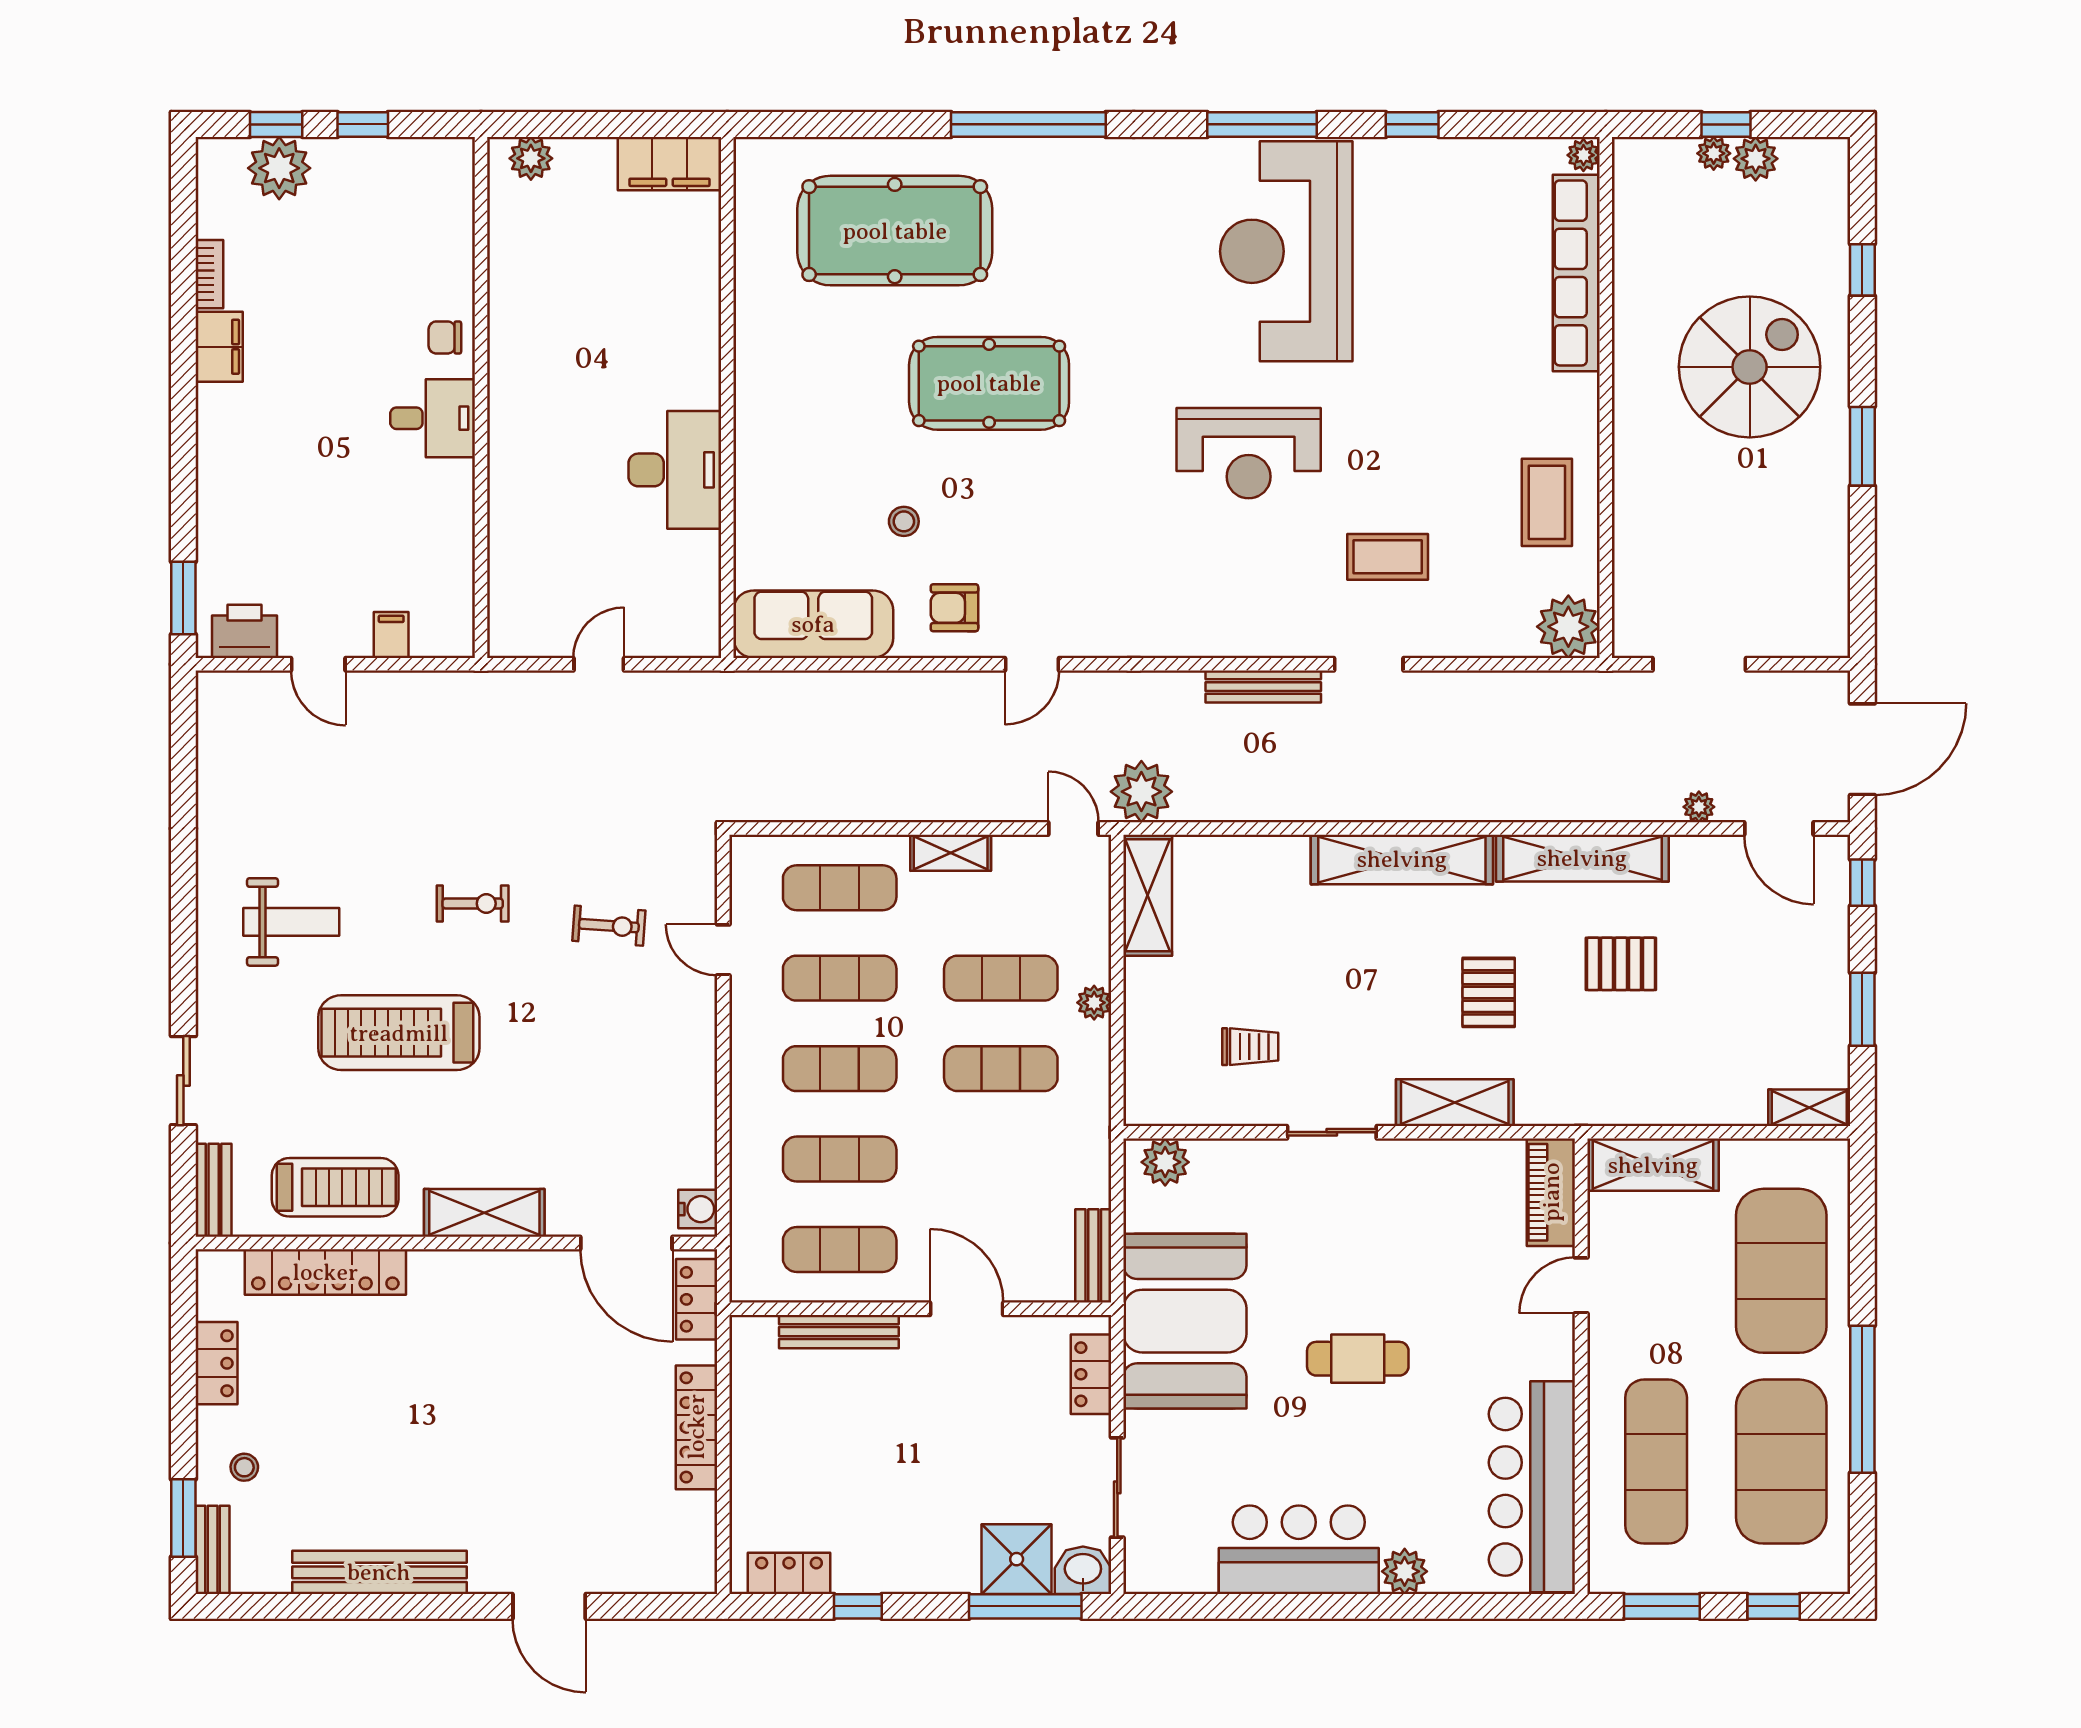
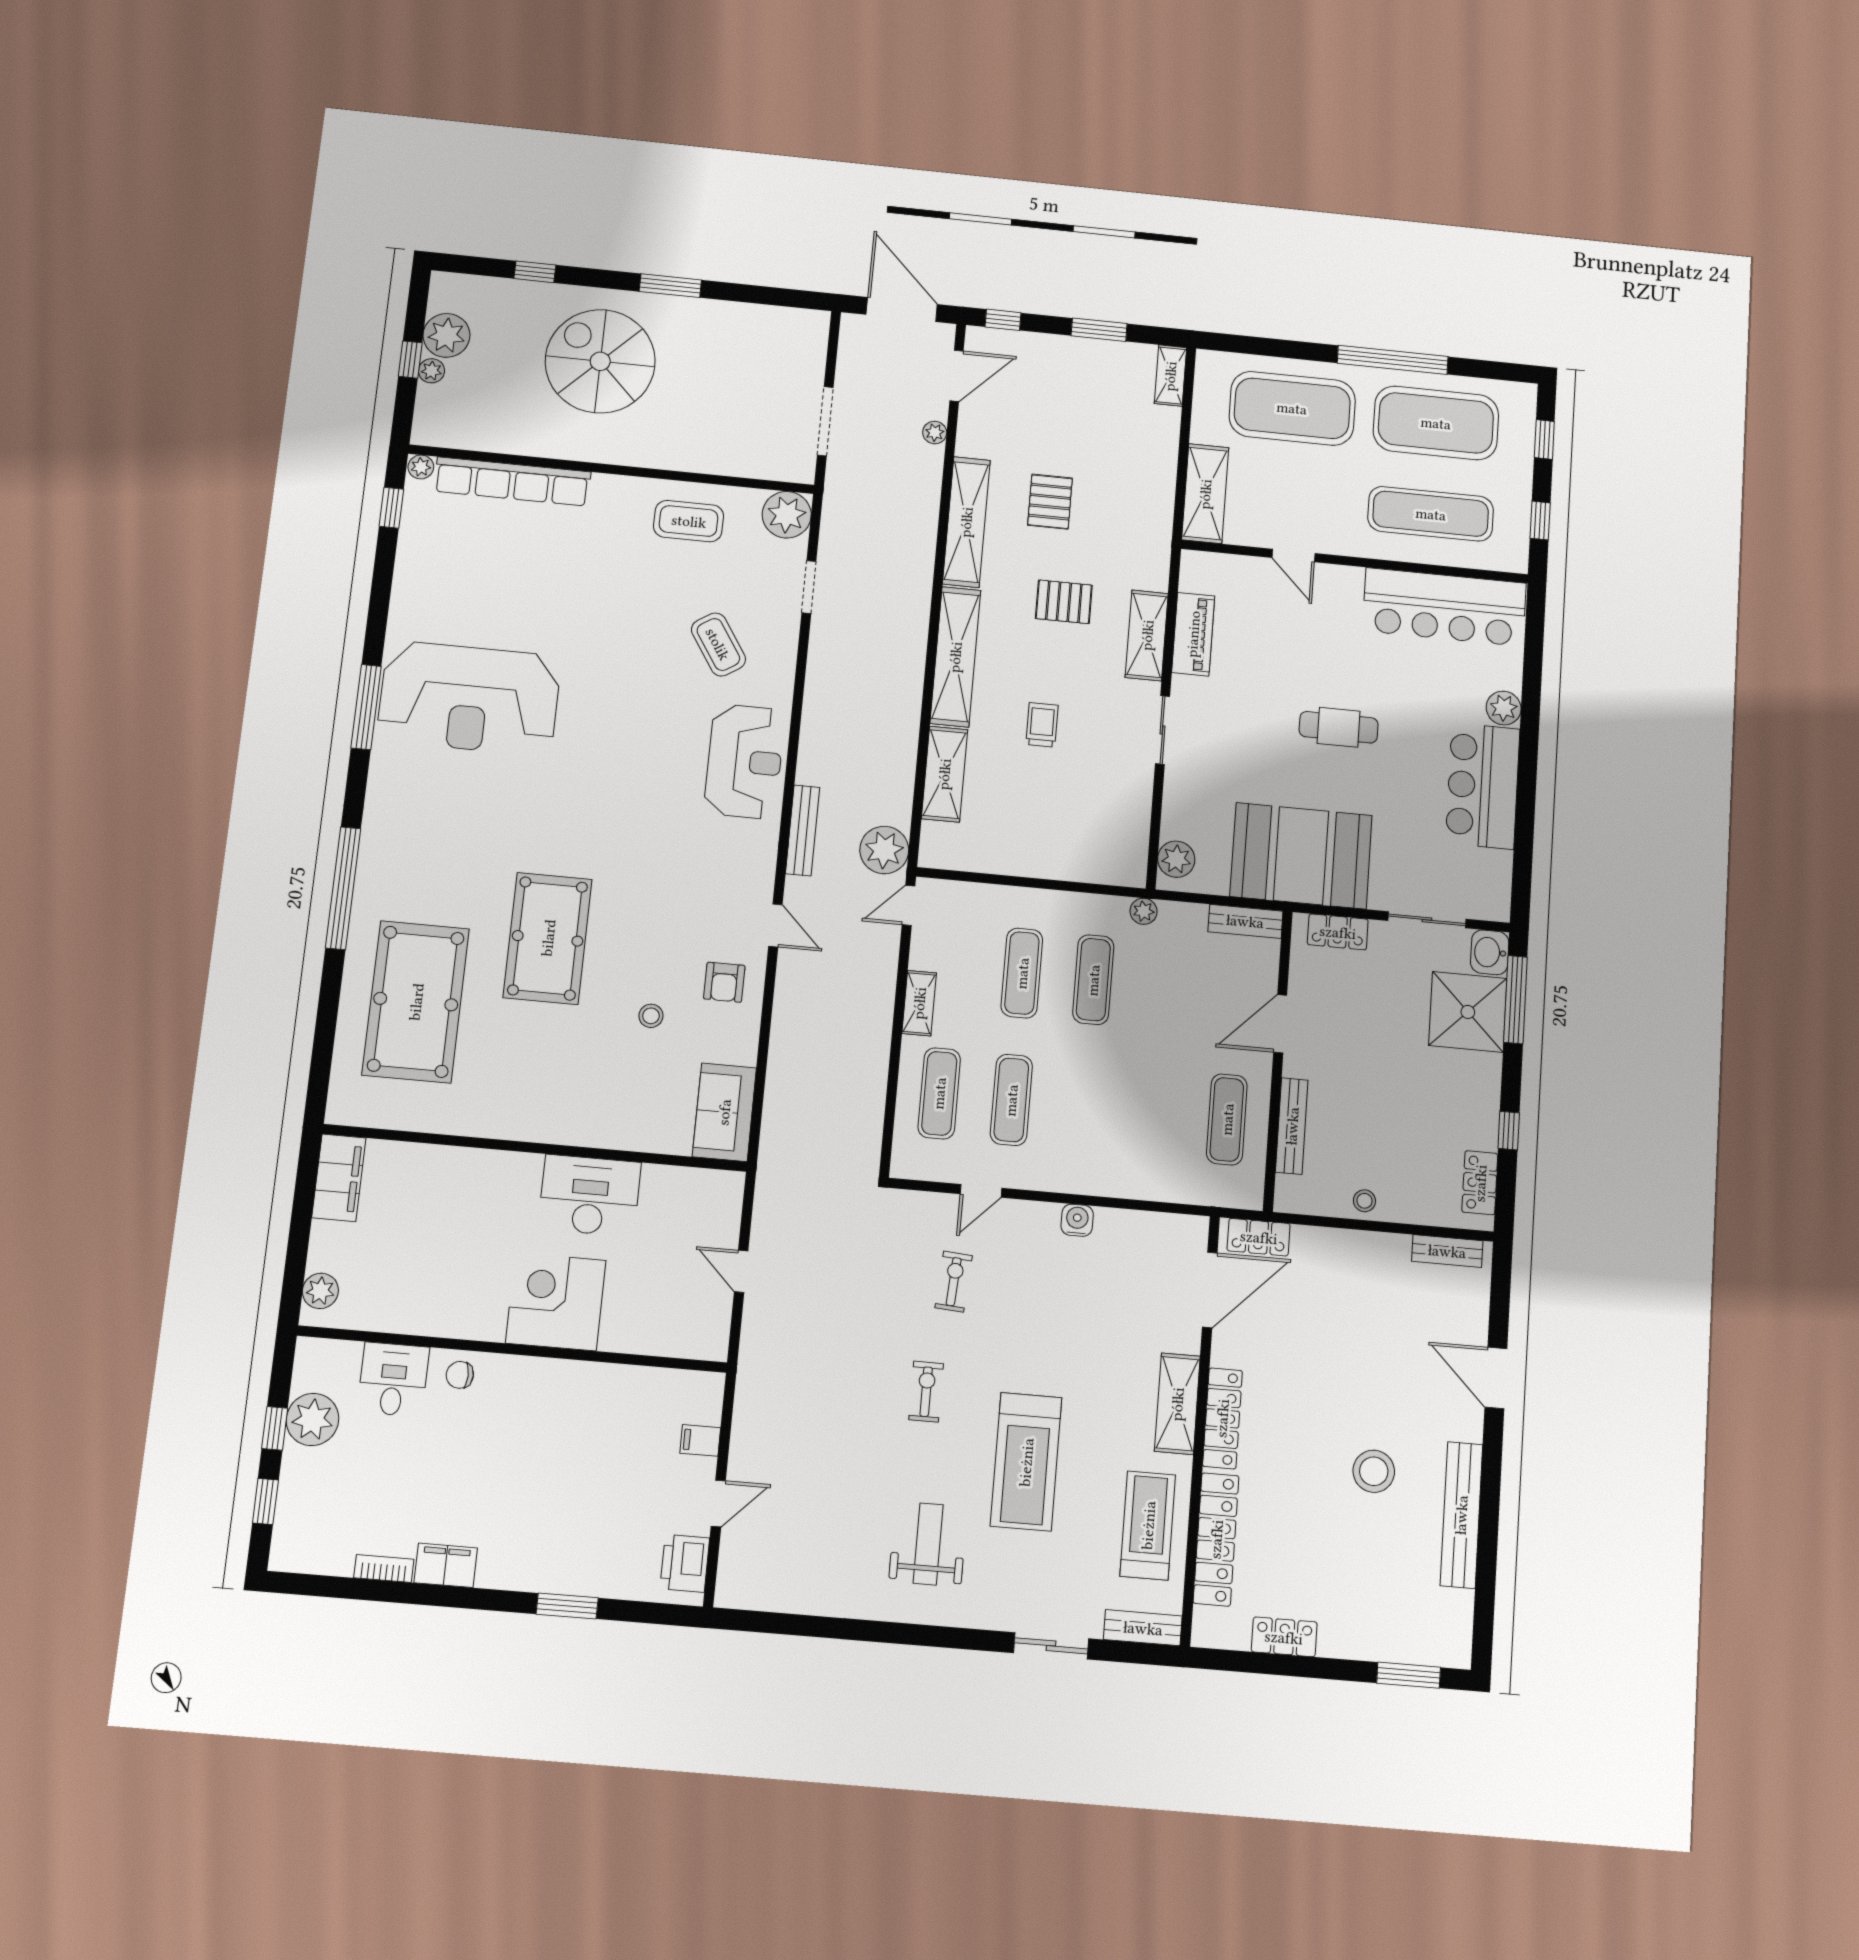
window: (1412, 124) -> (391, 508), moved
plant: (1756, 159) -> (446, 335), width x1.36, depth x1.36
plant: (279, 168) -> (312, 1419), moved
chair: (445, 337) -> (460, 1375), turned 90
desk: (433, 418) -> (393, 1379), moved
corner desk: (542, 443) -> (556, 1302), added
reception desk: (1249, 453) -> (744, 761), moved
coffee table: (1388, 557) -> (718, 644), turned -33
window: (183, 598) -> (567, 1606), moved
sofa: (813, 624) -> (724, 1112), width x0.73
doorway: (1369, 664) -> (809, 587), moved
bench: (1263, 687) -> (803, 830), moved
shelving: (1148, 895) -> (944, 774), moved, turned 90
plant: (1094, 1003) -> (1144, 911), moved
trolley: (1250, 1047) -> (1042, 725), moved
exercise mat: (840, 1069) -> (1083, 1106), removed
exercise mat: (840, 1159) -> (1155, 1113), removed
piano: (1551, 1192) -> (1193, 634), moved, turned -90
water cooler: (698, 1209) -> (1077, 1220), moved
cafe table: (1358, 1359) -> (1339, 727), turned 90
locker: (696, 1427) -> (1222, 1418), moved, turned -90
stool: (754, 1429) -> (1364, 1201), added
stool: (244, 1467) -> (1374, 1471), moved, width x1.89, depth x1.89
bench: (213, 1550) -> (1447, 1251), moved
shower: (1017, 1559) -> (1468, 1012), width x1.37, depth x1.37
door: (549, 1606) -> (1496, 1378), swing flipped
window: (1662, 1606) -> (1540, 521), width x0.67

